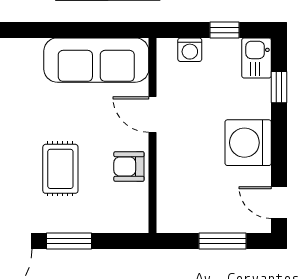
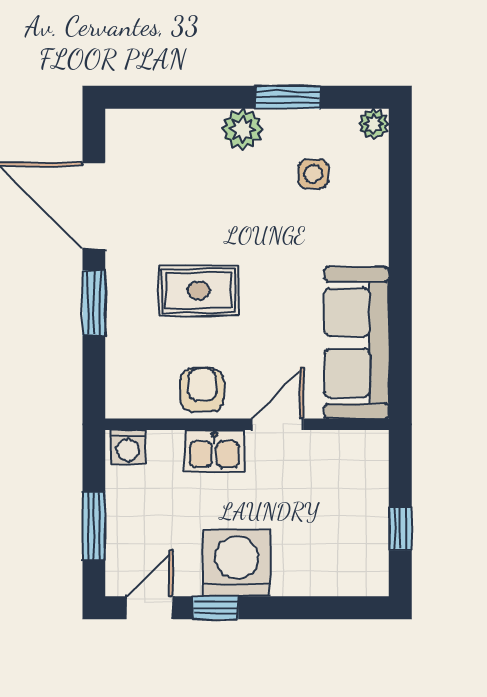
washing machine: (190, 50) -> (128, 447), moved, turned -90
kitchen sink: (256, 58) -> (214, 451), moved, turned 180
window: (279, 87) -> (216, 608), moved

